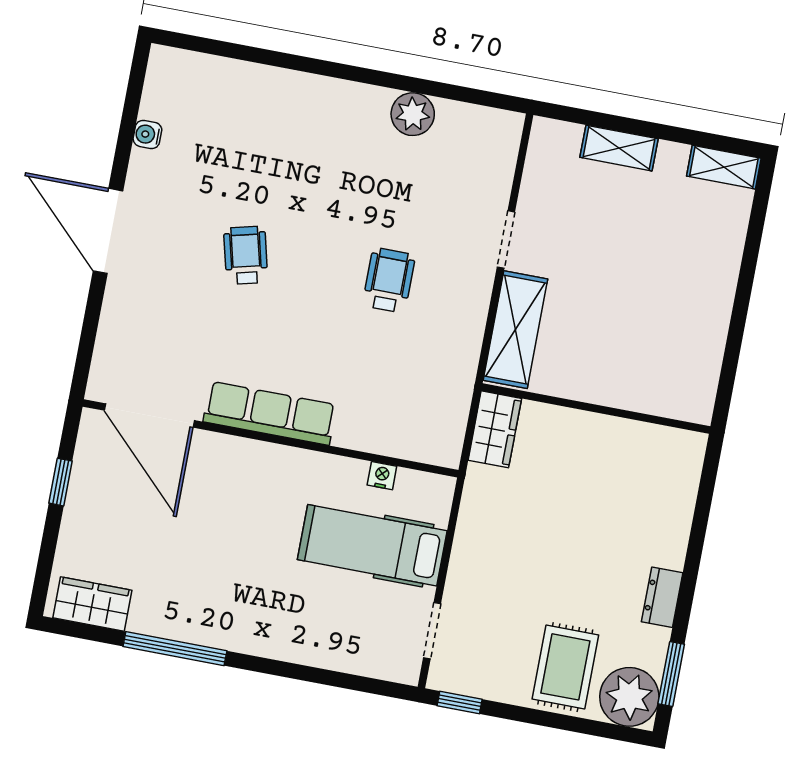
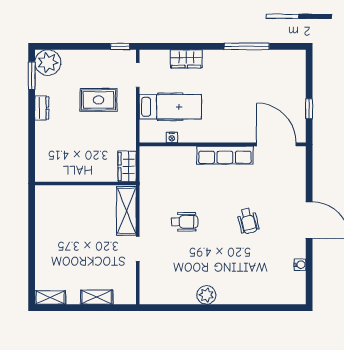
plant: (413, 114) -> (206, 295), moved
wheelchair: (389, 280) -> (185, 222), turned -90
wardrobe: (92, 604) -> (186, 59), moved
rug: (565, 667) -> (99, 100), moved, turned 90

